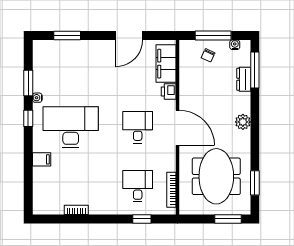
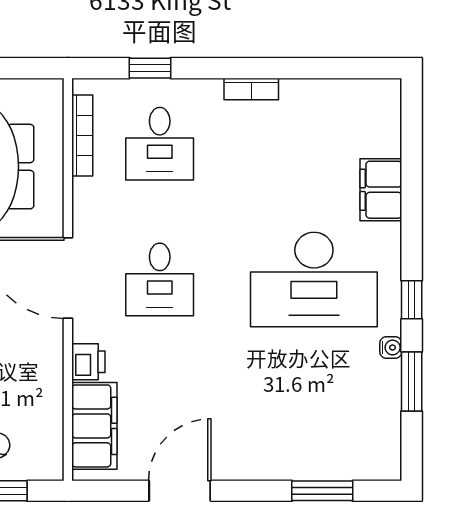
filing cabinet: (42, 159) -> (381, 190), width x2.00
bookcase: (76, 210) -> (251, 89), moved

